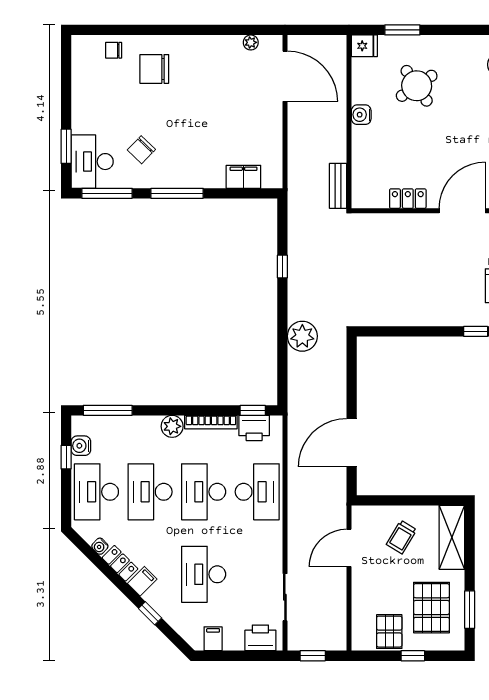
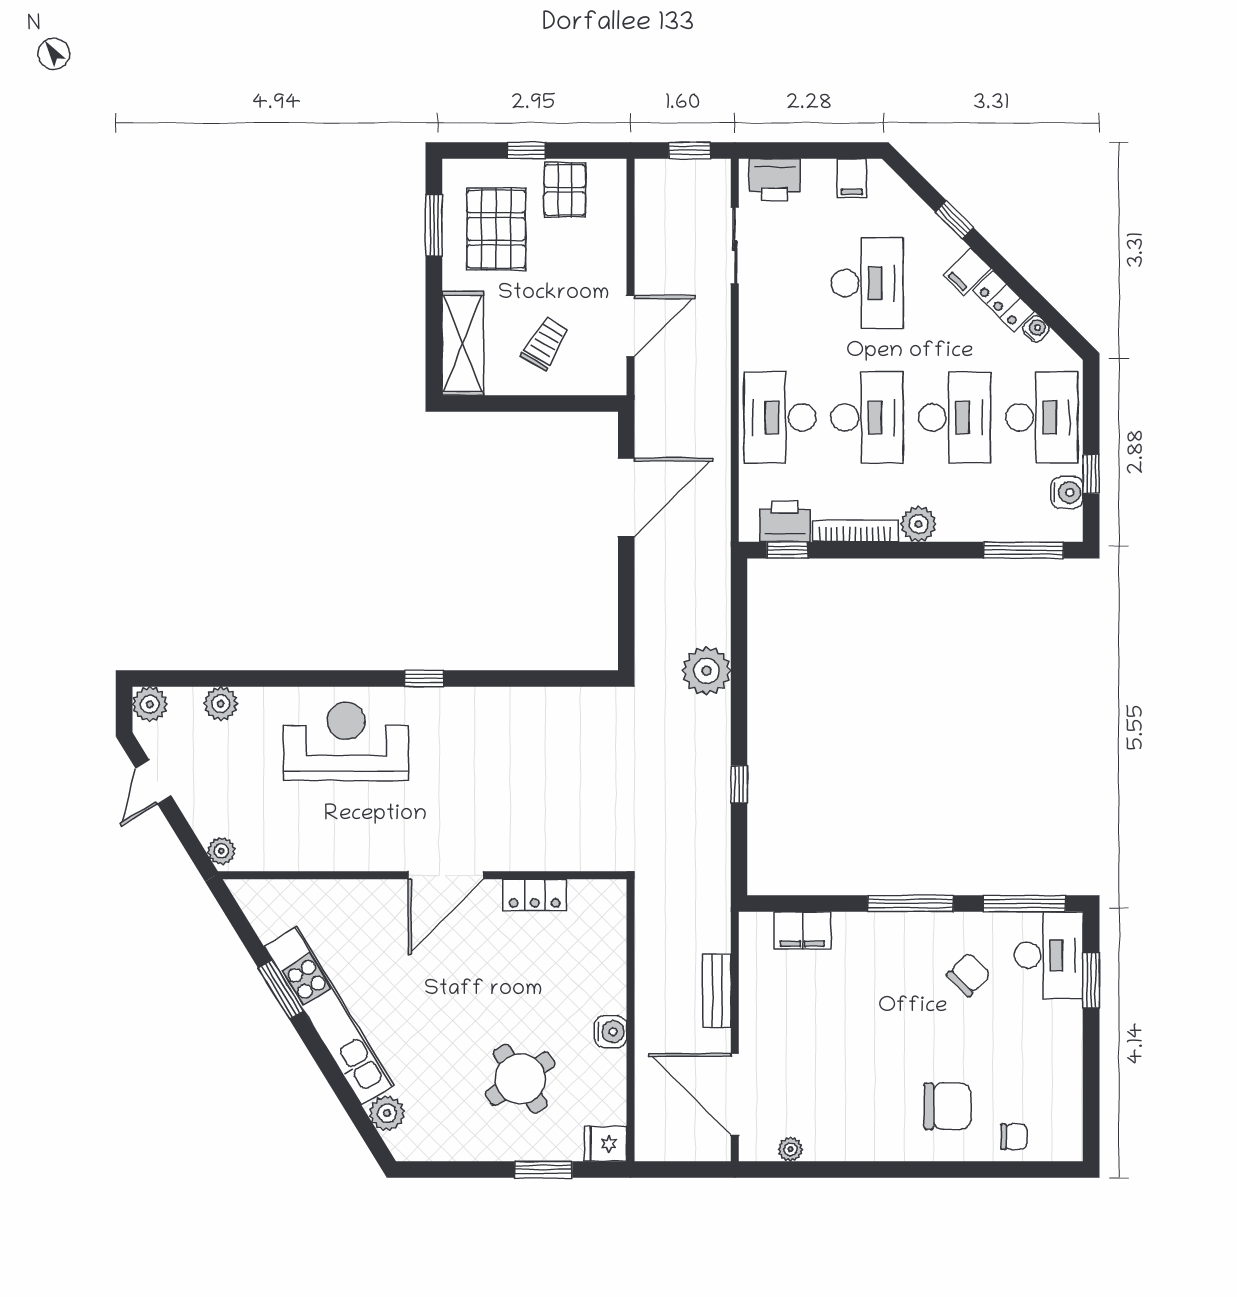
bench: (338, 186) -> (717, 991), moved

